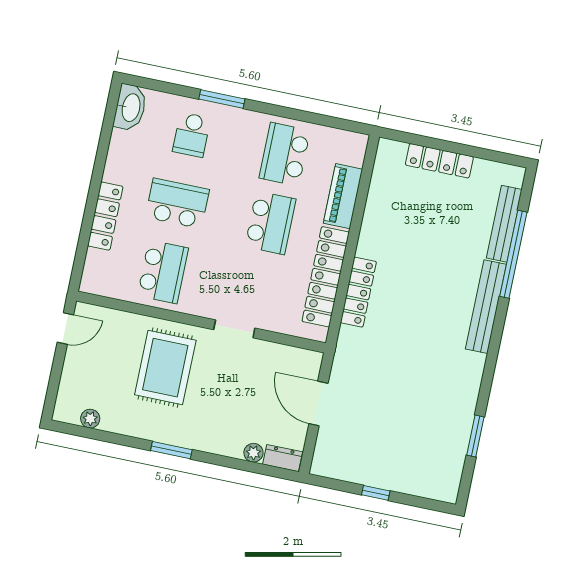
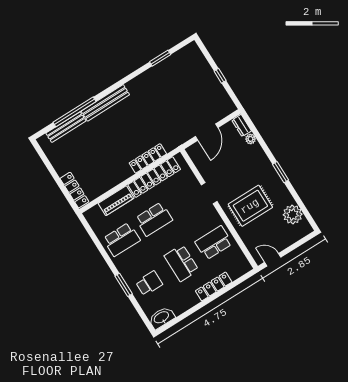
locker: (439, 161) -> (74, 190), moved
school desk: (270, 223) -> (154, 219), turned 180
plant: (90, 419) -> (293, 214), width x1.88, depth x1.88

